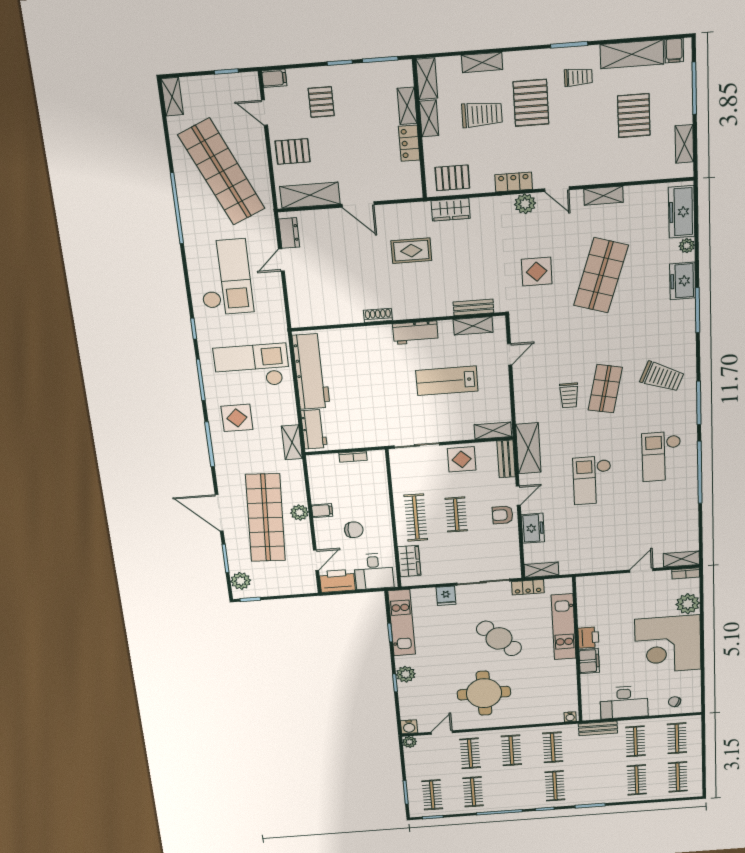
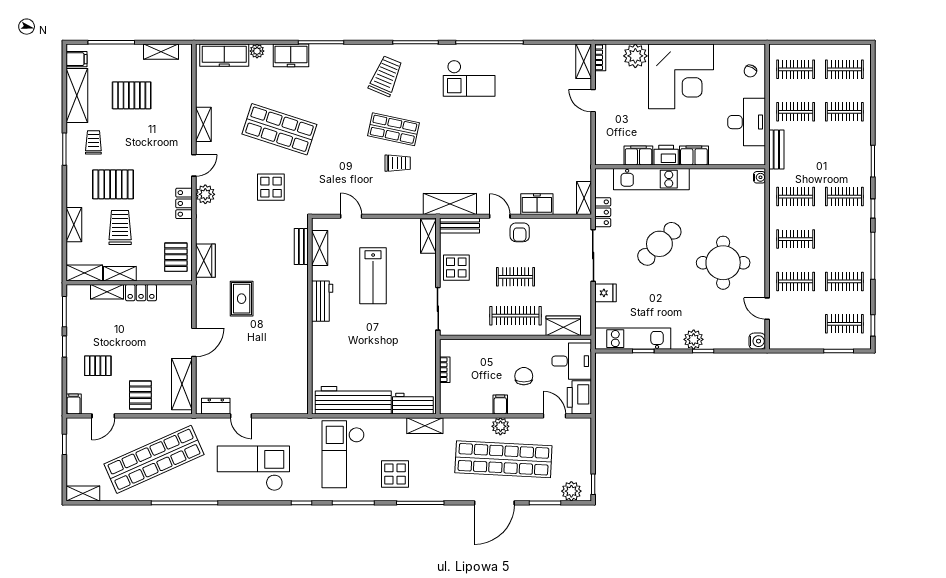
shoe rack: (378, 315) -> (302, 334), removed
checkout: (592, 480) -> (489, 145), removed
filing cabinet: (587, 614) -> (638, 156), added
plant: (410, 742) -> (776, 342), removed

